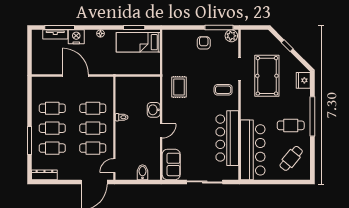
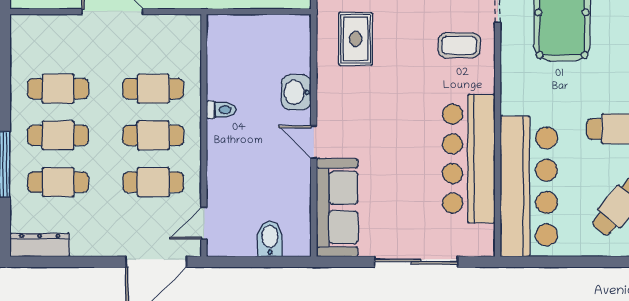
door: (161, 131) -> (314, 142), swing flipped
sofa: (171, 164) -> (337, 208), width x1.36

